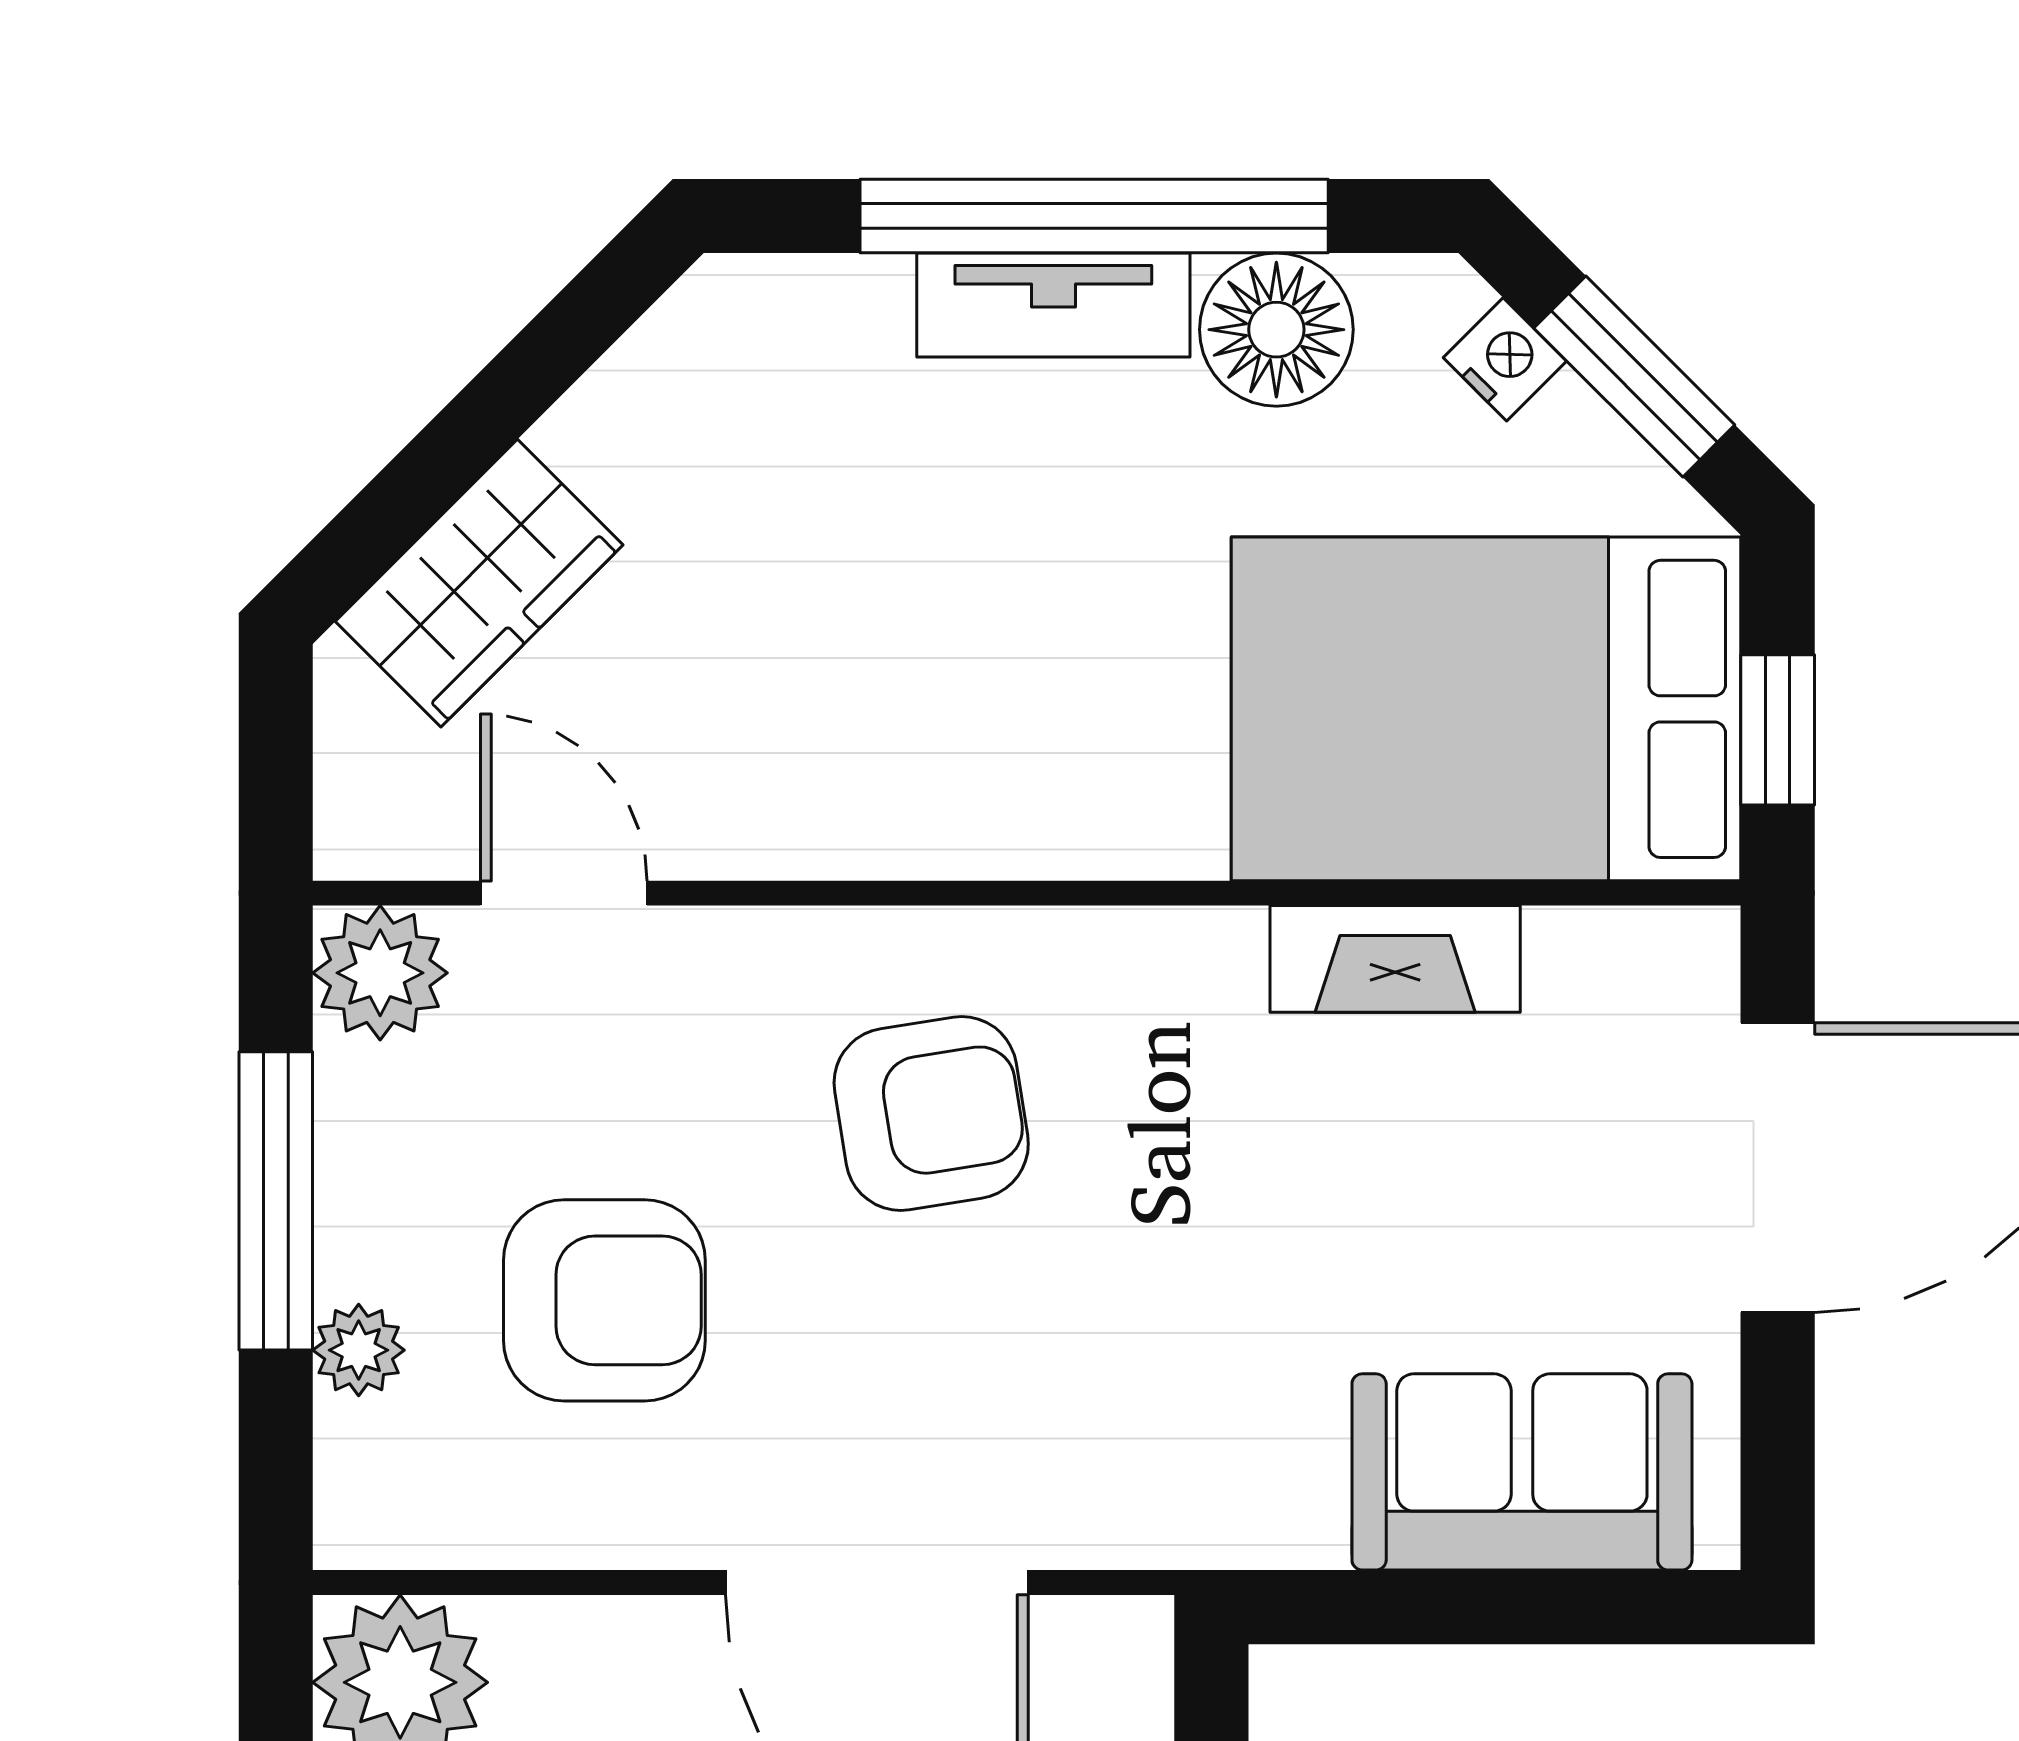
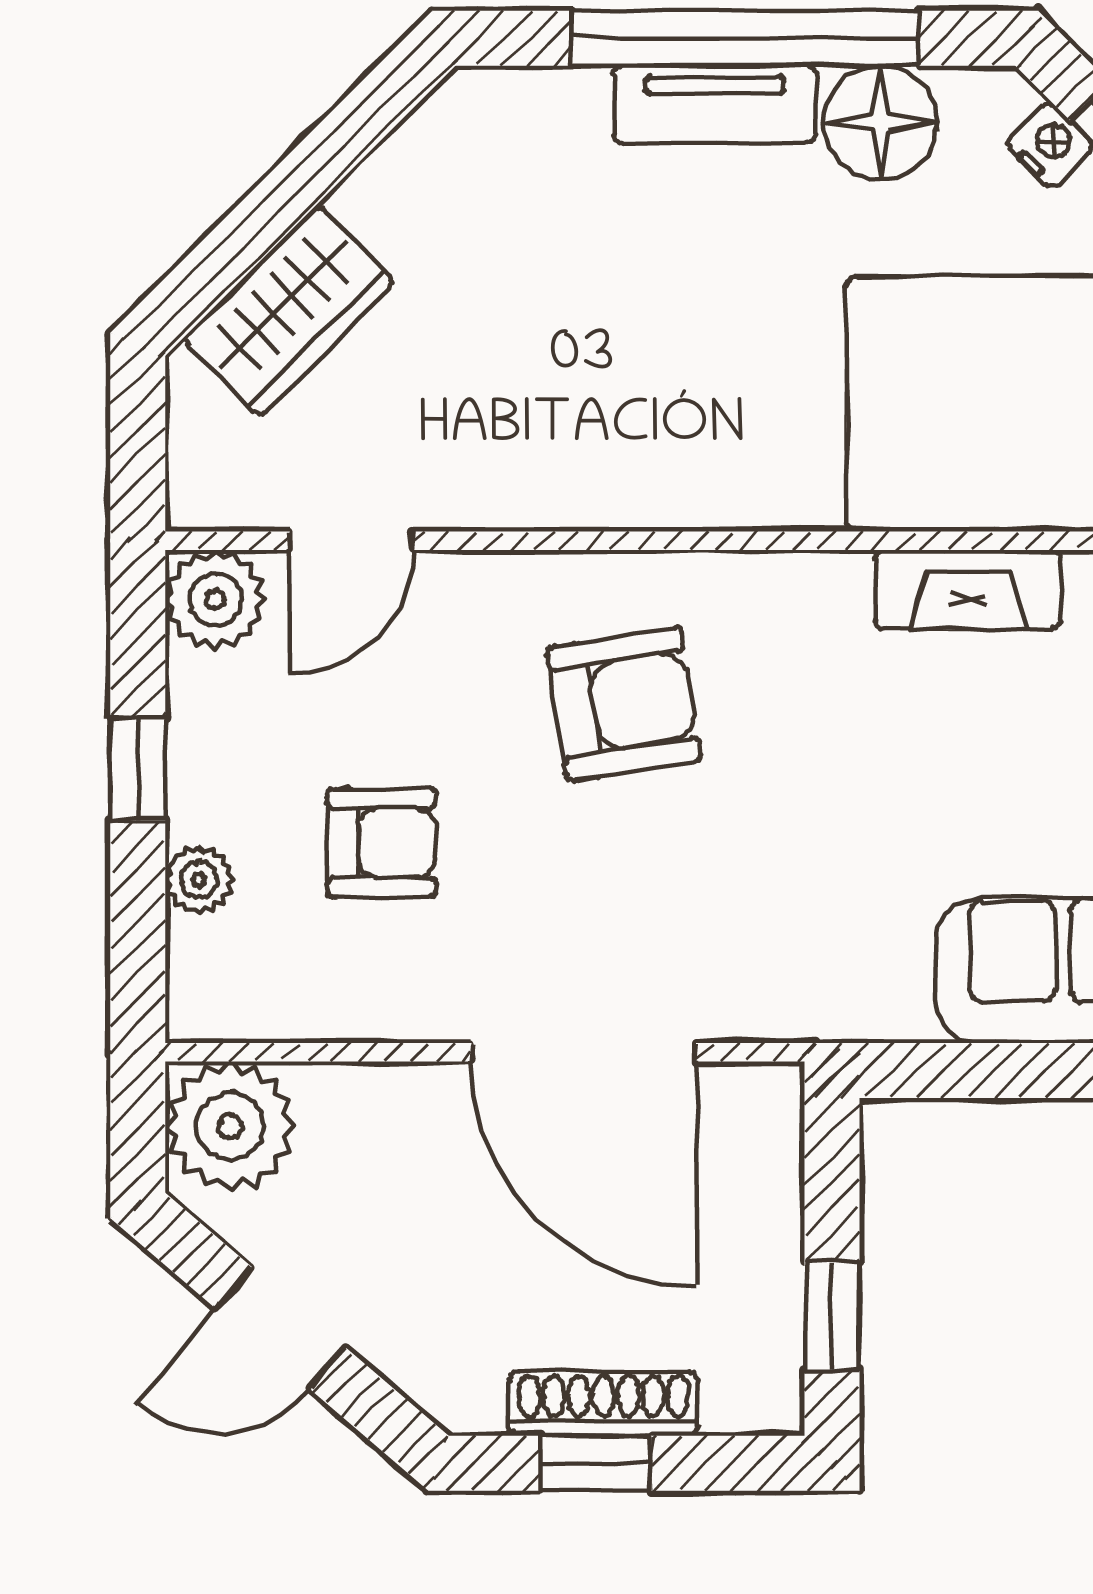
door: (564, 893) -> (351, 541), swing flipped
window: (276, 1201) -> (138, 769), width x0.46
armchair: (604, 1300) -> (382, 843), width x0.72, depth x0.72

